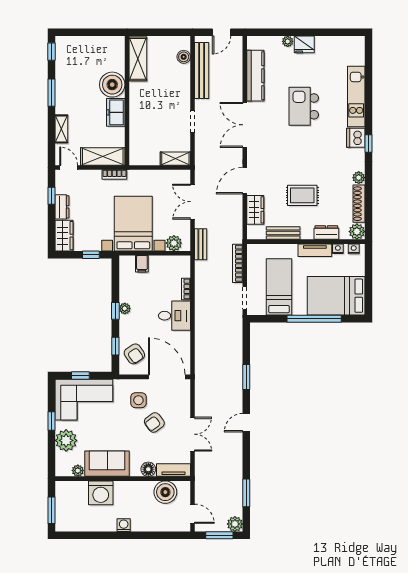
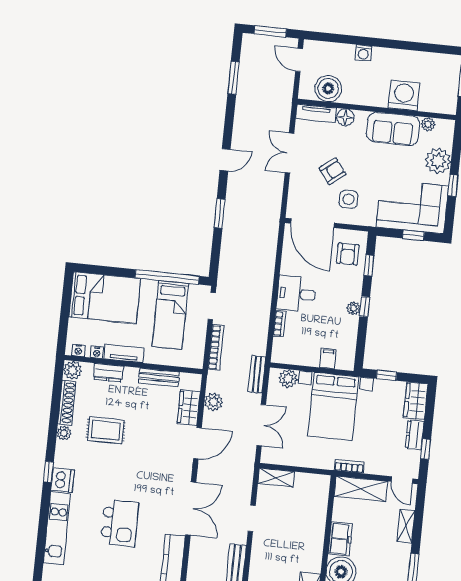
rug: (302, 195) -> (106, 430), moved
window: (314, 319) -> (167, 277), moved
armchair: (134, 354) -> (348, 254), turned -146
plant: (235, 524) -> (214, 402), moved
washing machine: (124, 525) -> (363, 53), moved

